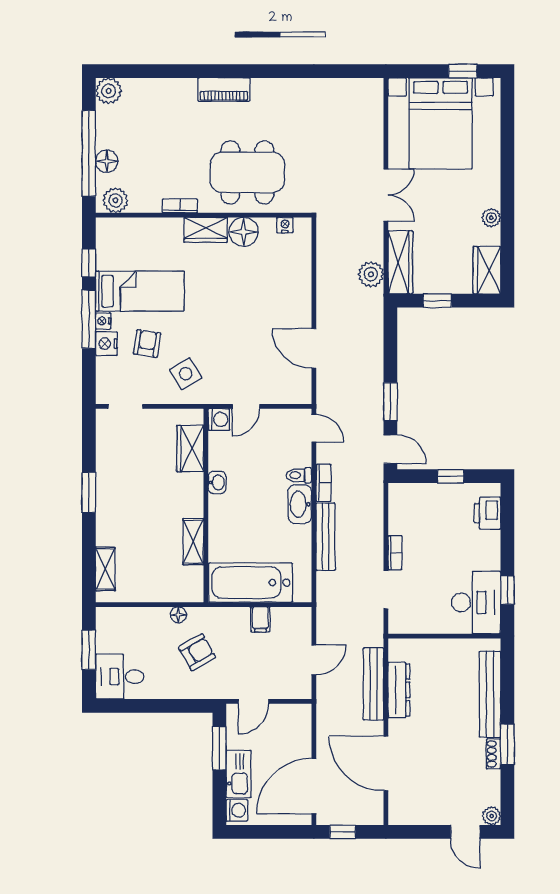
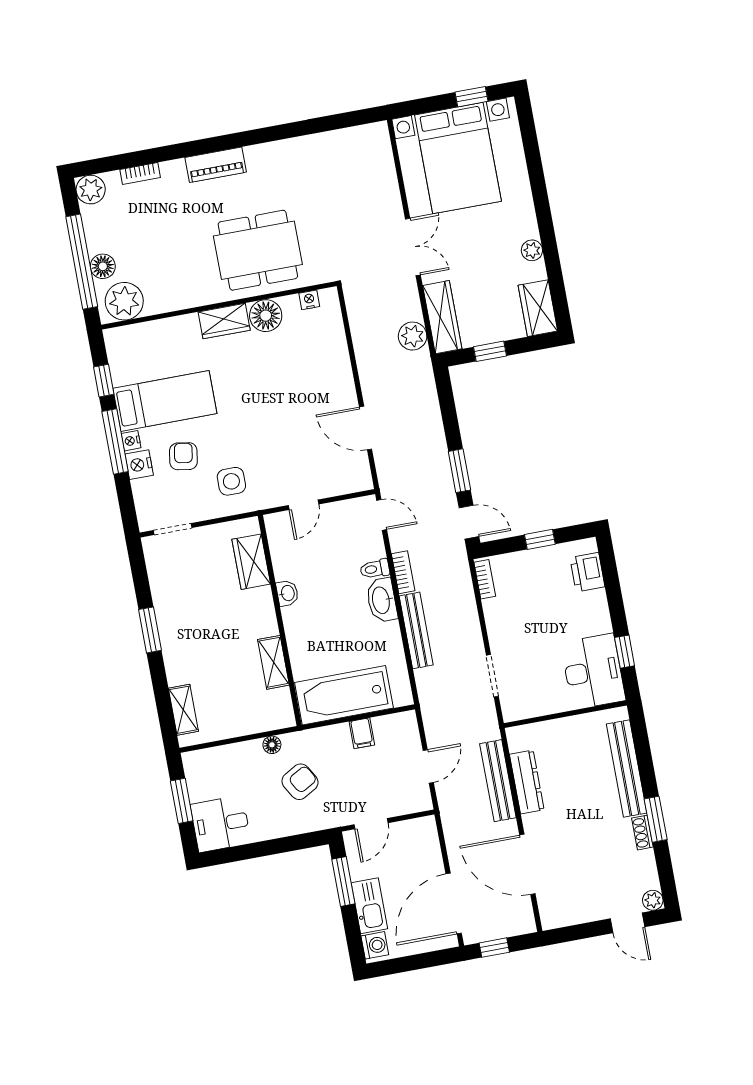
plant: (115, 200) -> (124, 301), width x1.36, depth x1.36
bookcase: (180, 206) -> (140, 174), moved, turned 180
side table: (186, 374) -> (231, 481), turned 31
washing machine: (219, 420) -> (277, 524), removed
bookcase: (395, 553) -> (485, 579), moved

